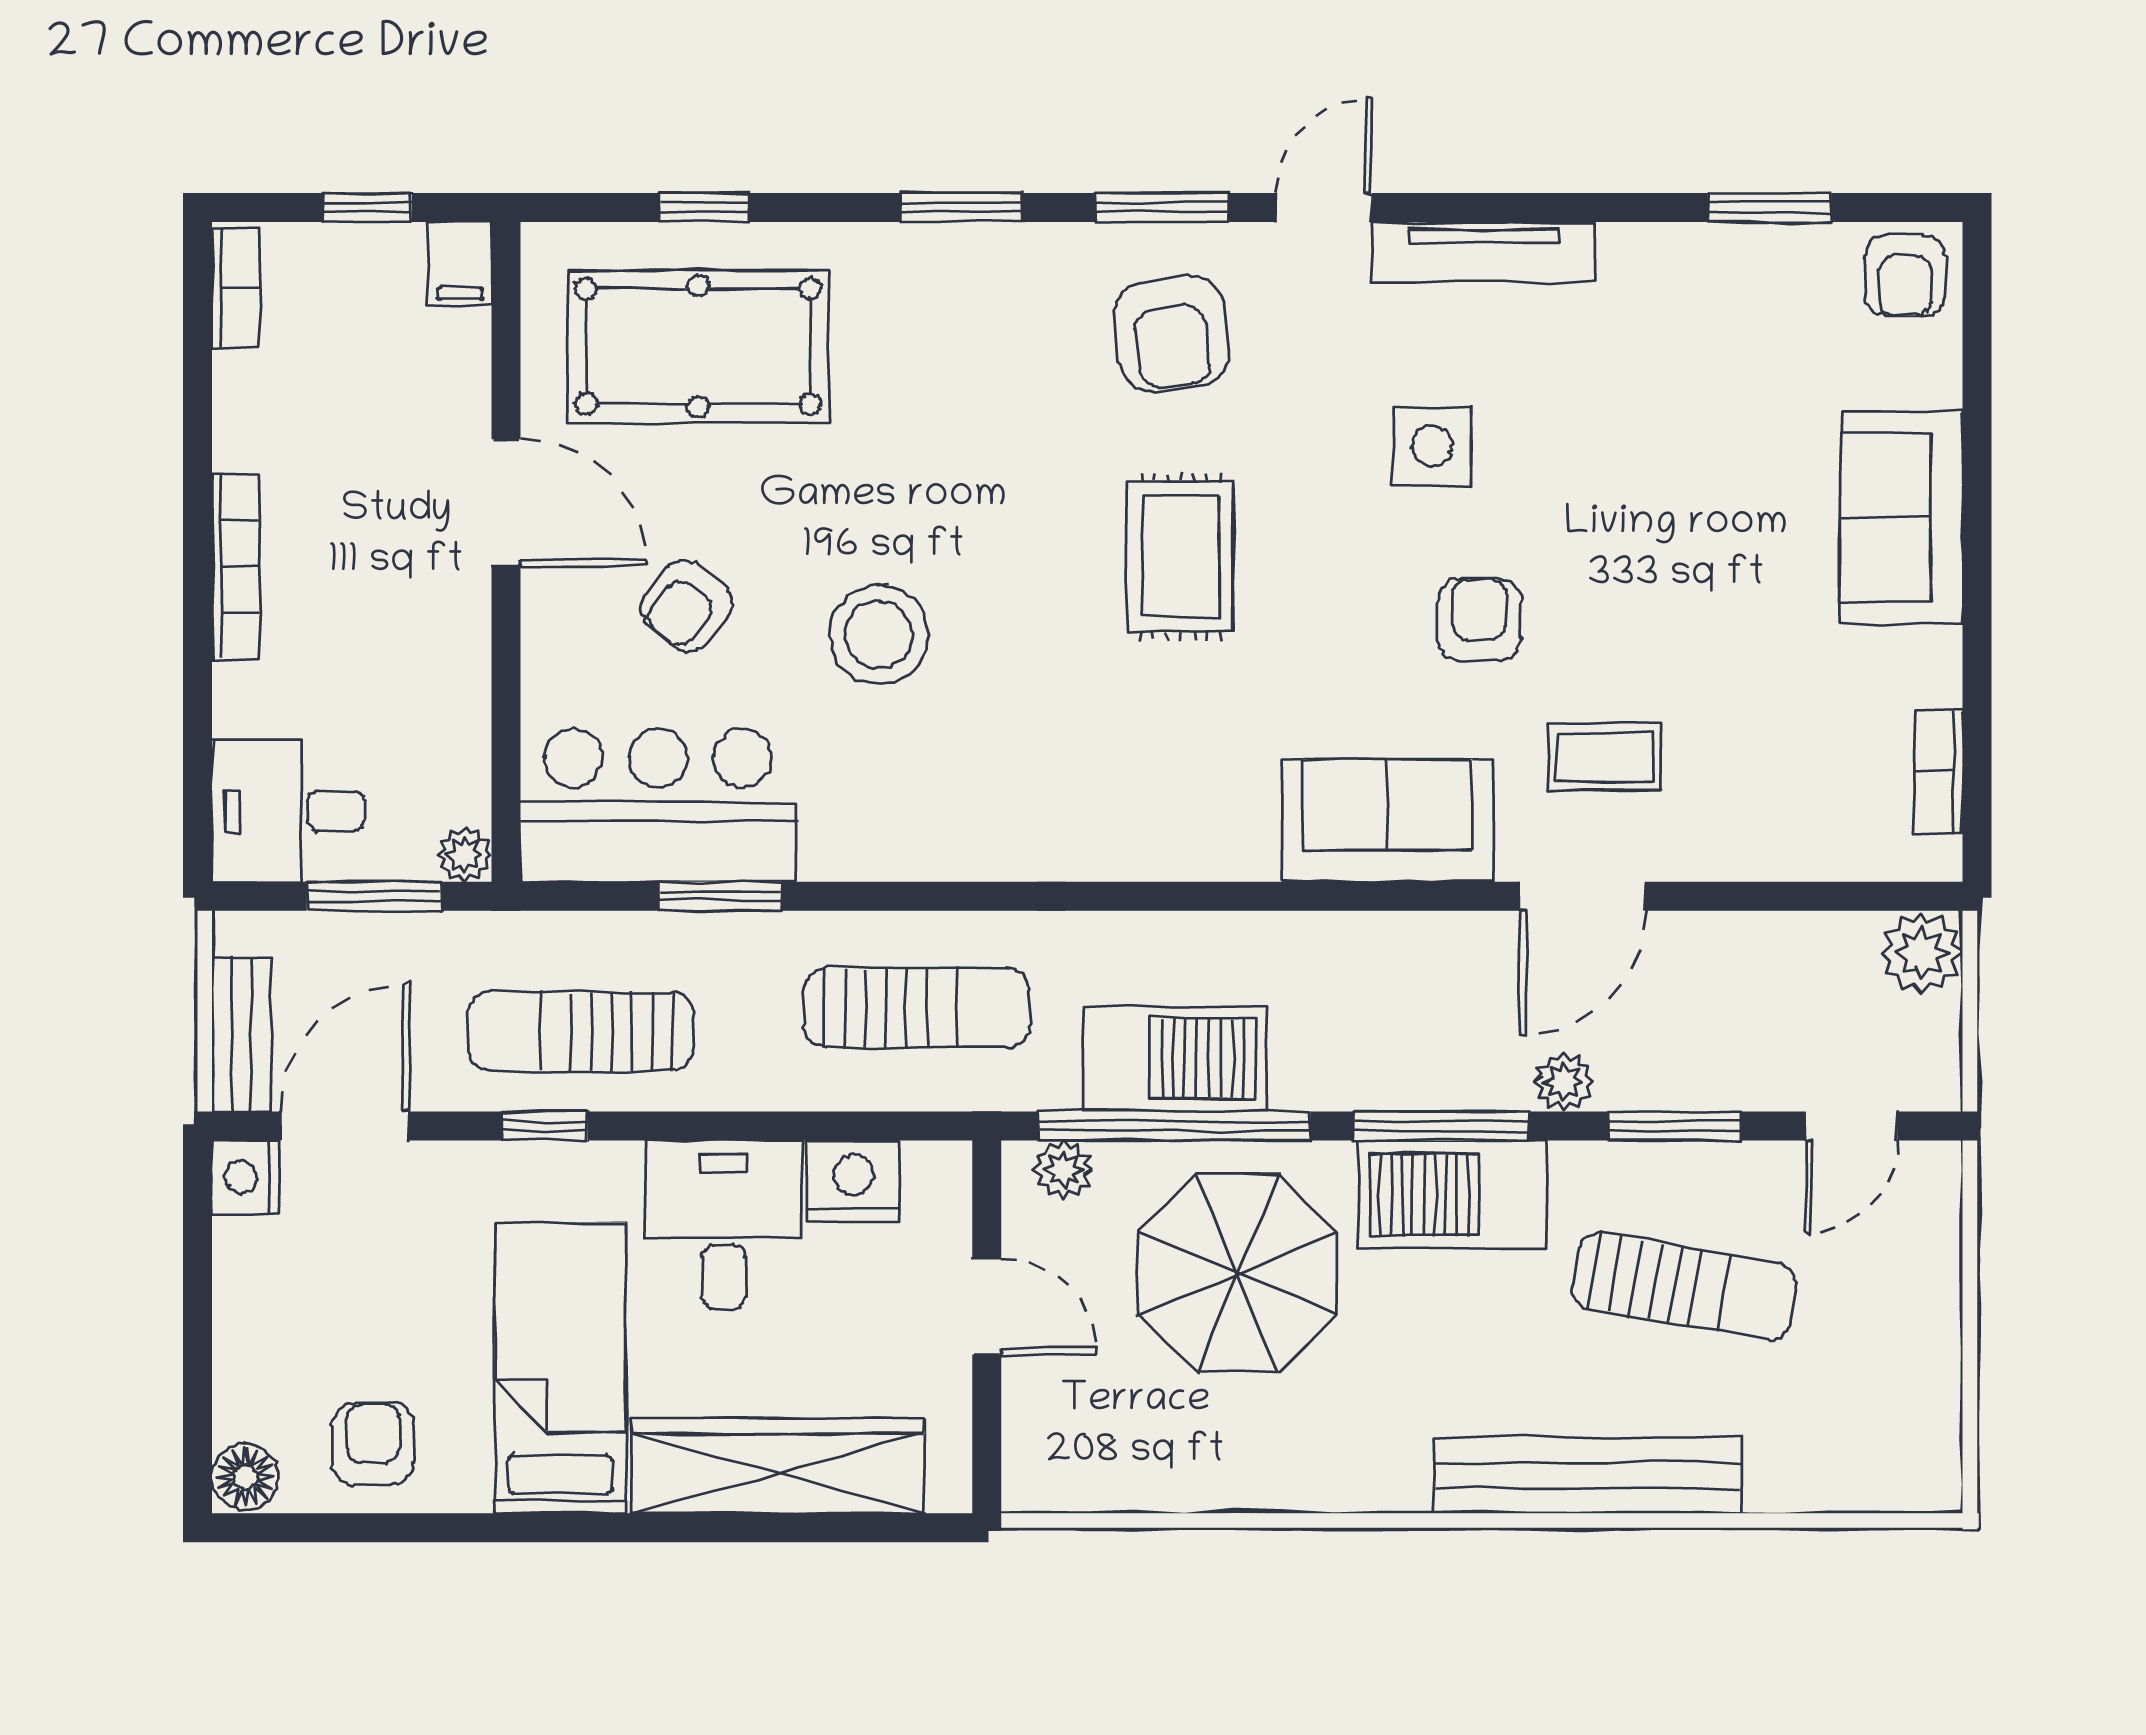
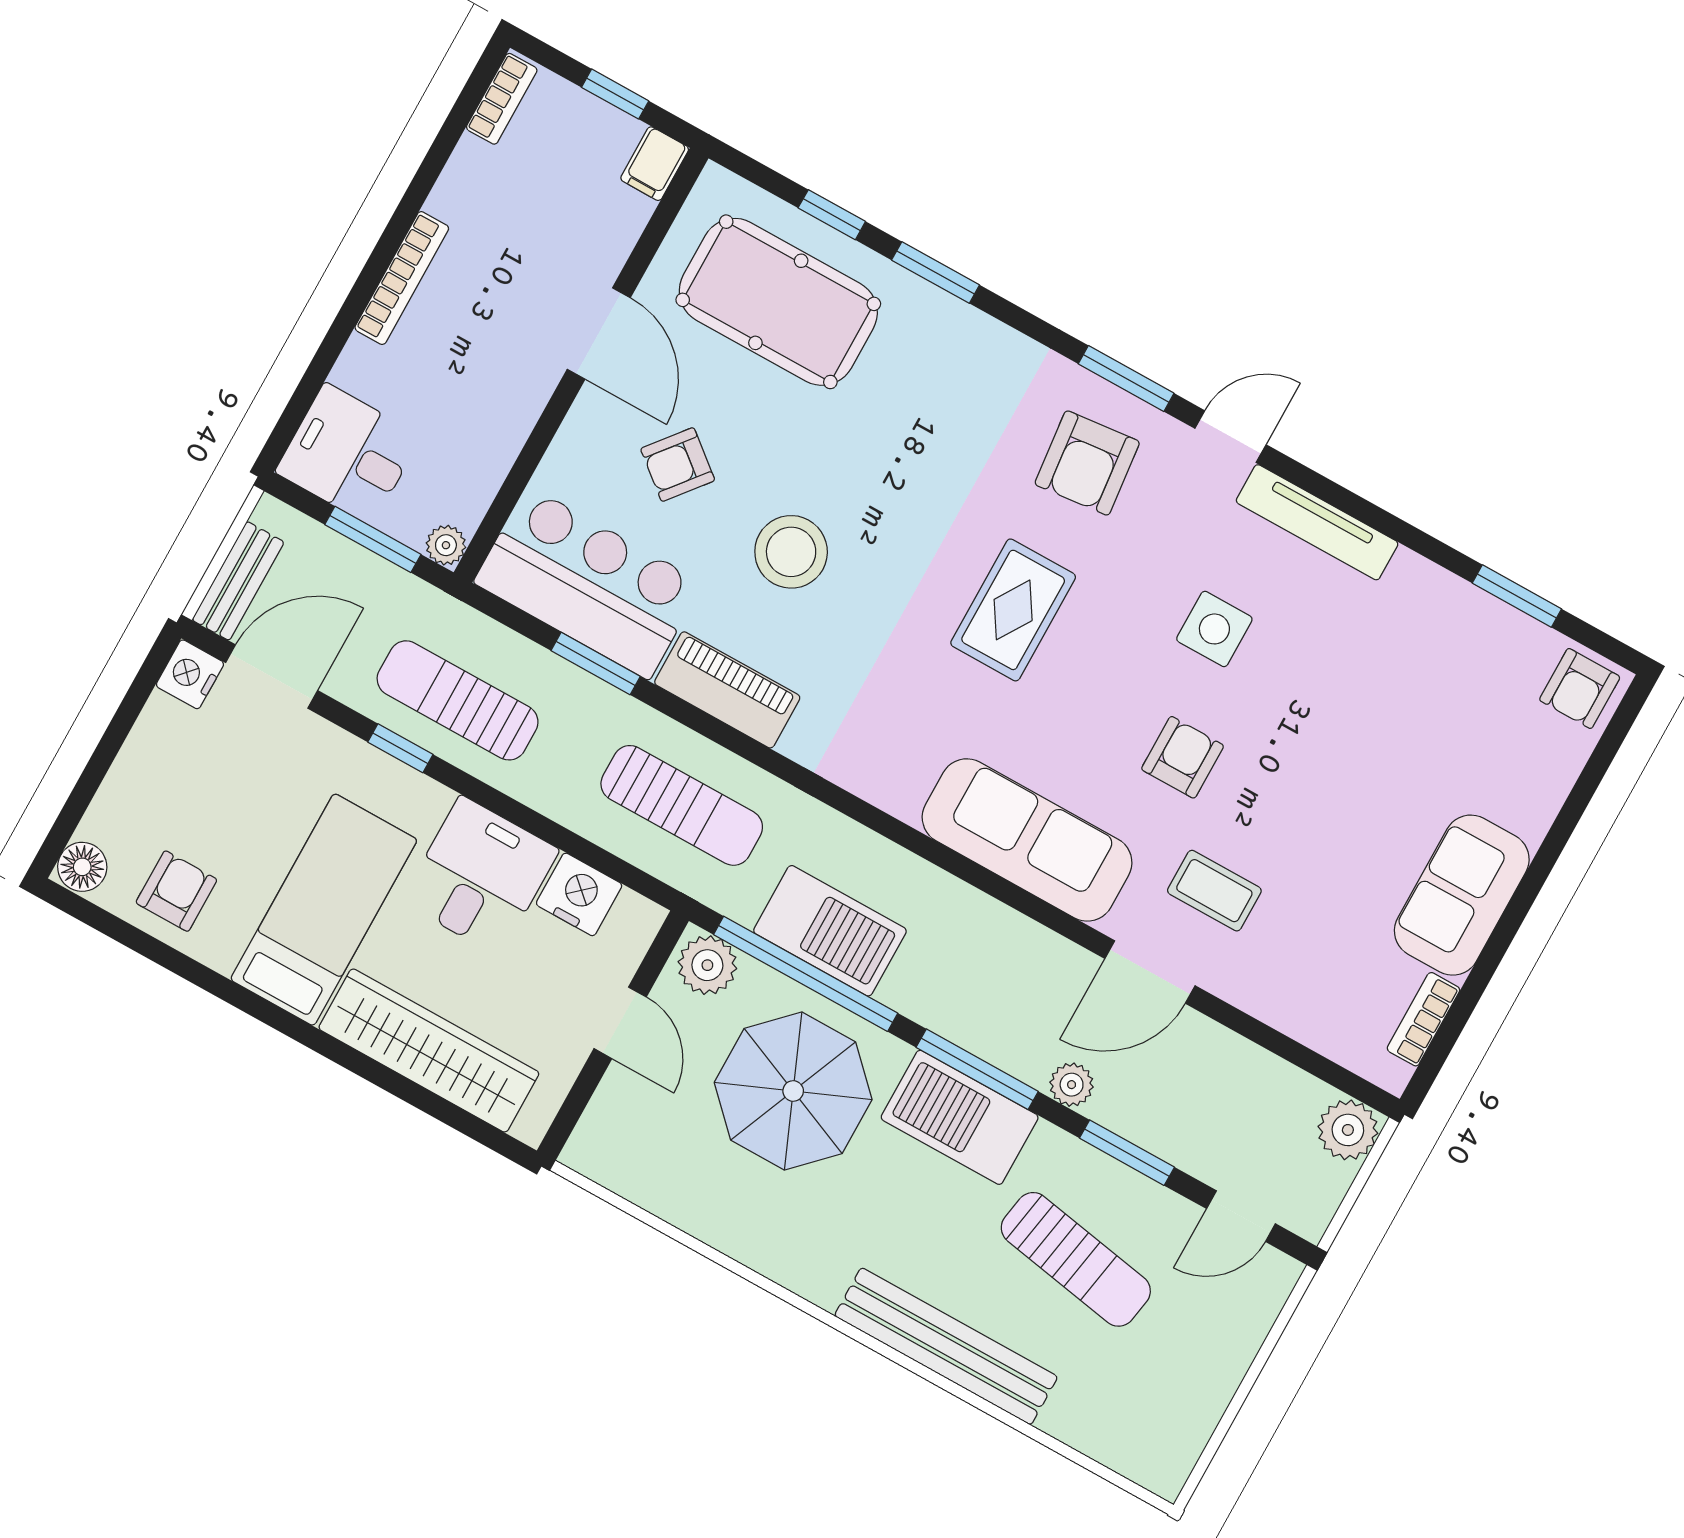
window: (962, 207) -> (936, 272), moved
sofa: (1902, 518) -> (1462, 895), moved
sofa: (1387, 821) -> (1027, 840), width x1.36
piano: (894, 841) -> (727, 690), added
plant: (1063, 1170) -> (707, 965), width x1.38, depth x1.38

